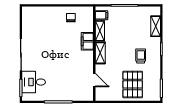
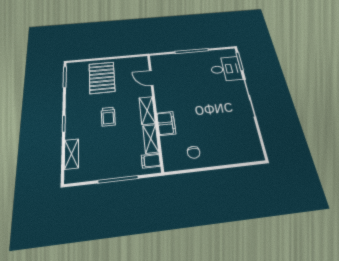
trolley: (141, 56) -> (108, 117), moved

